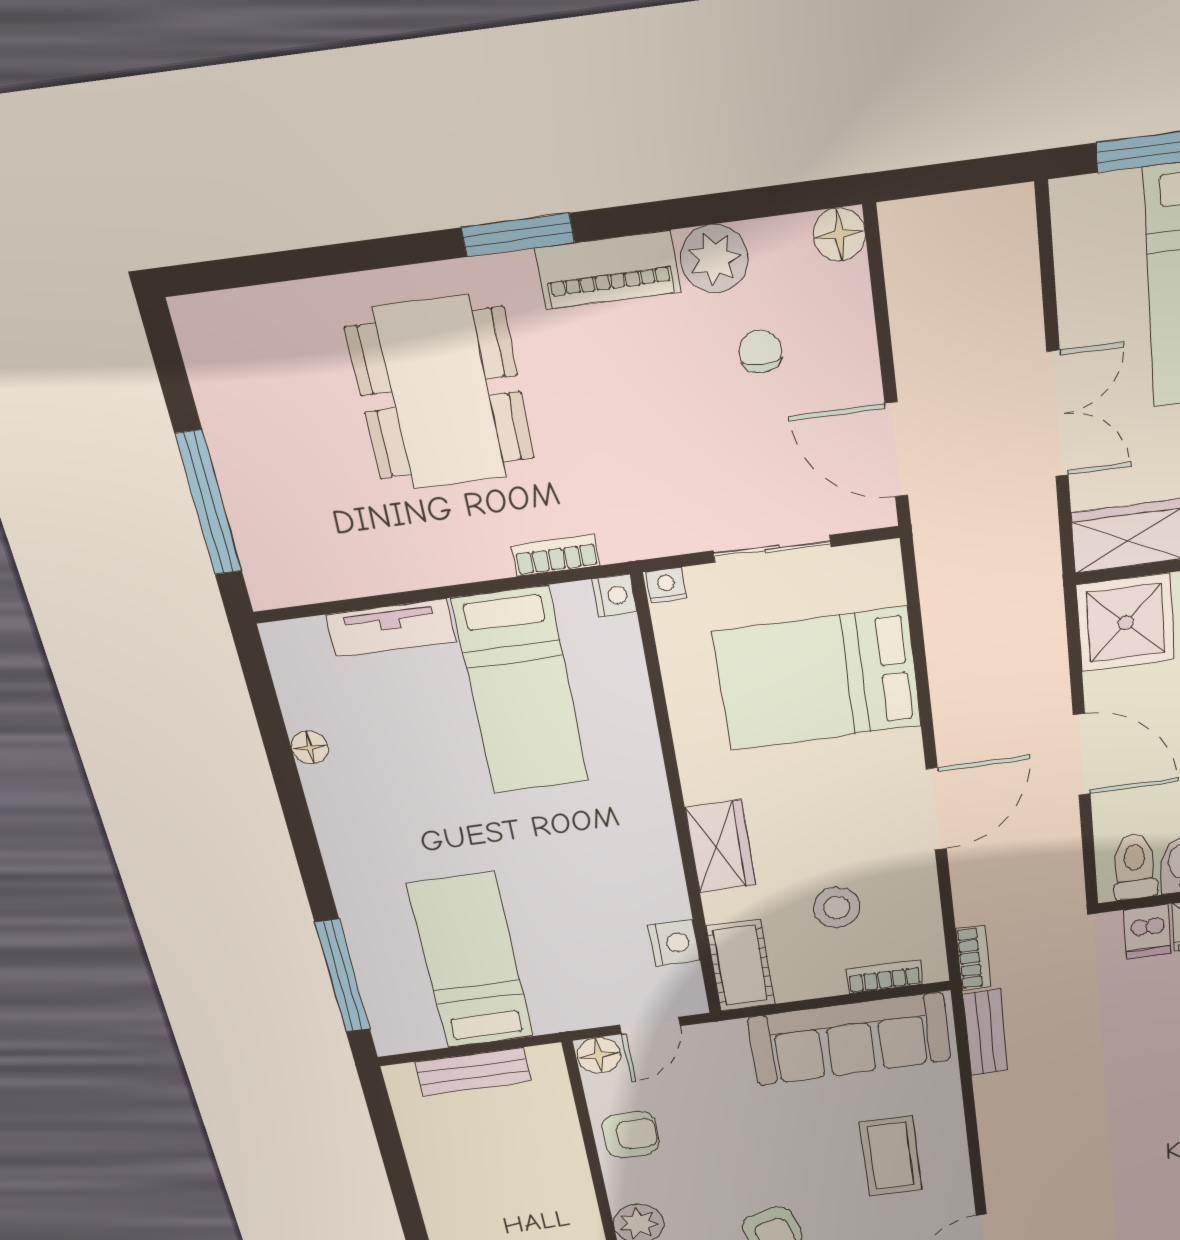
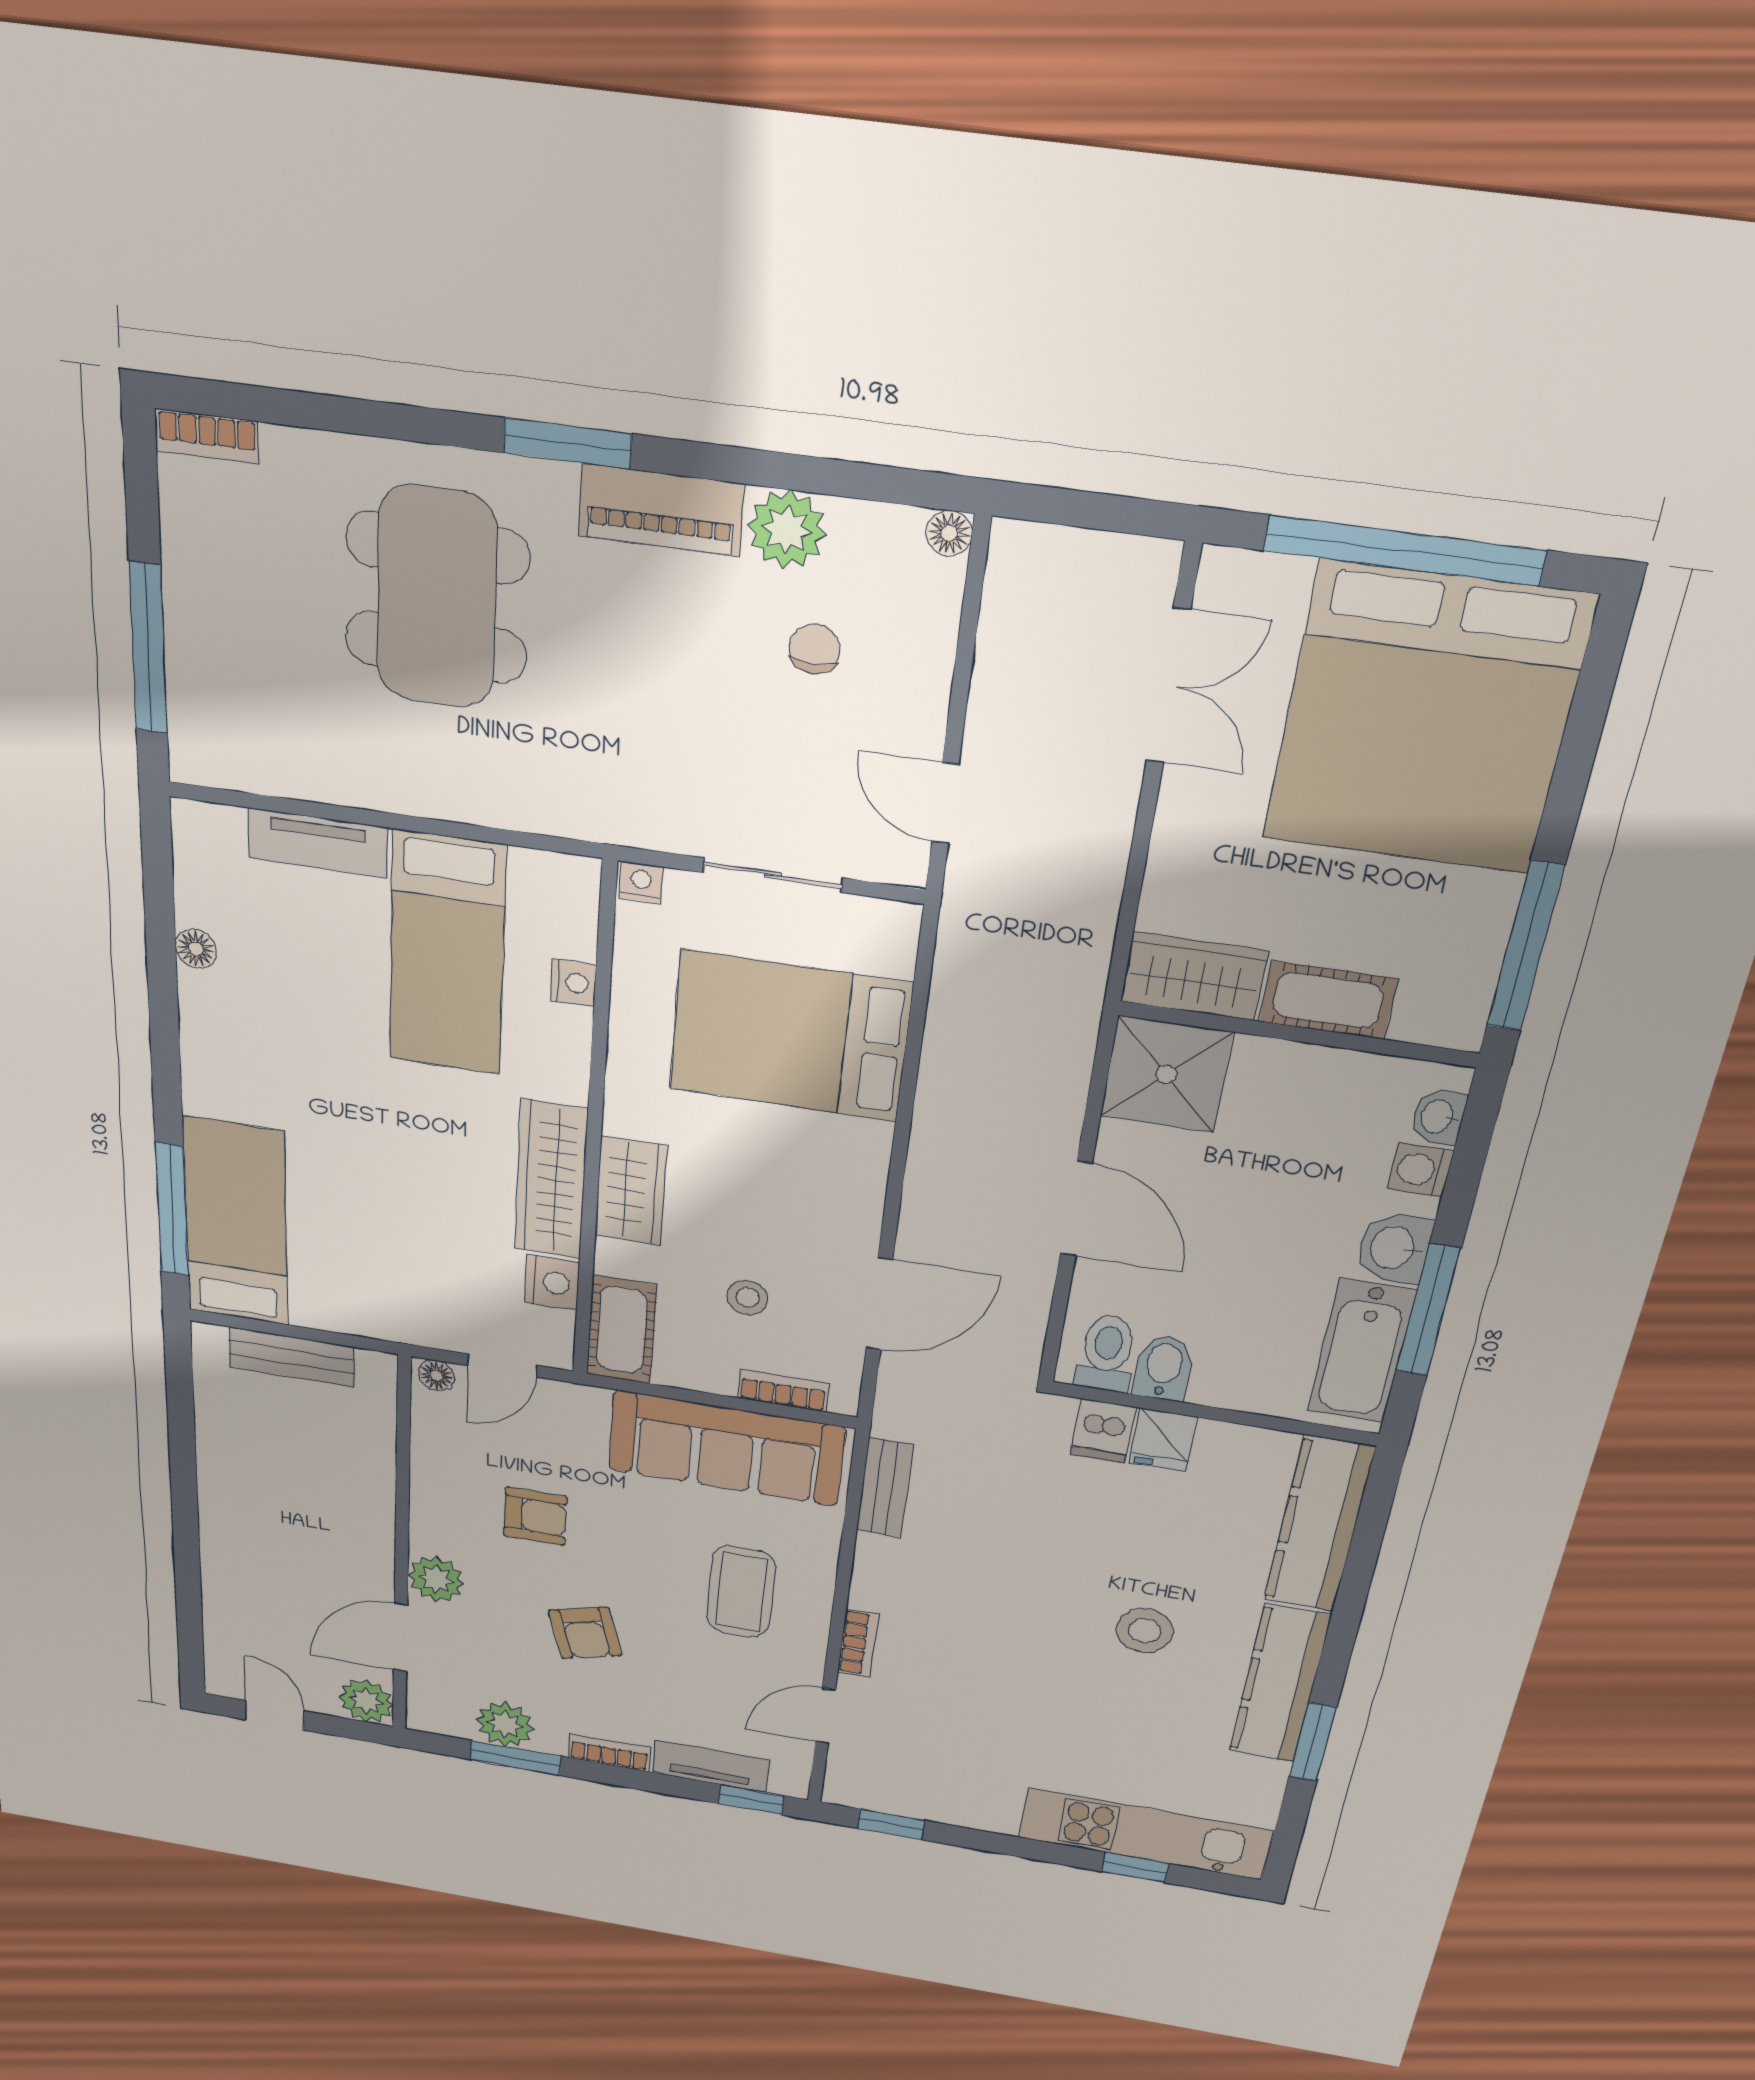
floor lamp: (839, 234) -> (949, 533), width x0.73, depth x0.73
double door: (1058, 414) -> (1168, 686), moved
door: (896, 450) -> (945, 803), width x0.73
bookcase: (556, 555) -> (207, 436), moved, turned 180
nightstand: (614, 596) -> (573, 983), moved
door: (936, 809) -> (879, 1304), moved
wardrobe: (652, 856) -> (551, 1180), added
stool: (837, 907) -> (748, 1298), width x0.73, depth x0.73
bookcase: (973, 958) -> (858, 1643), moved
bed: (471, 961) -> (236, 1222), moved
floor lamp: (599, 1055) -> (437, 1375), width x0.73, depth x0.73
armchair: (631, 1134) -> (535, 1516), moved

